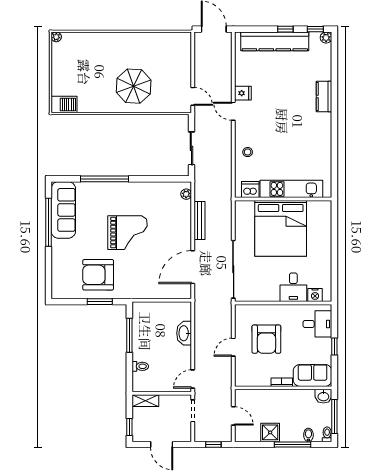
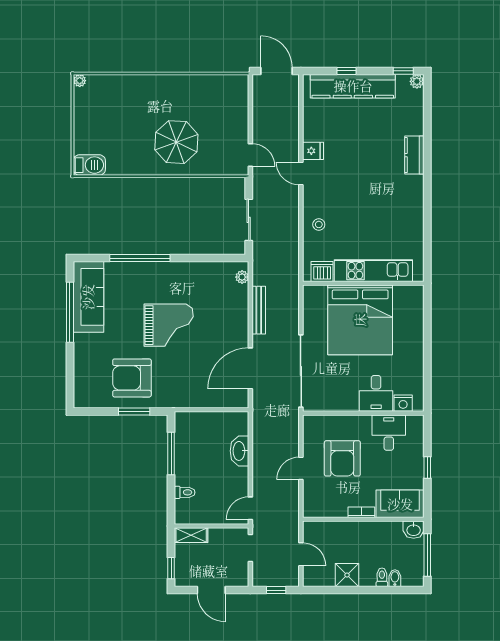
window: (285, 29) -> (346, 71), moved
desk: (317, 324) -> (389, 433), moved, turned -90
toilet: (327, 434) -> (382, 577), moved
window: (293, 444) -> (375, 590), removed

